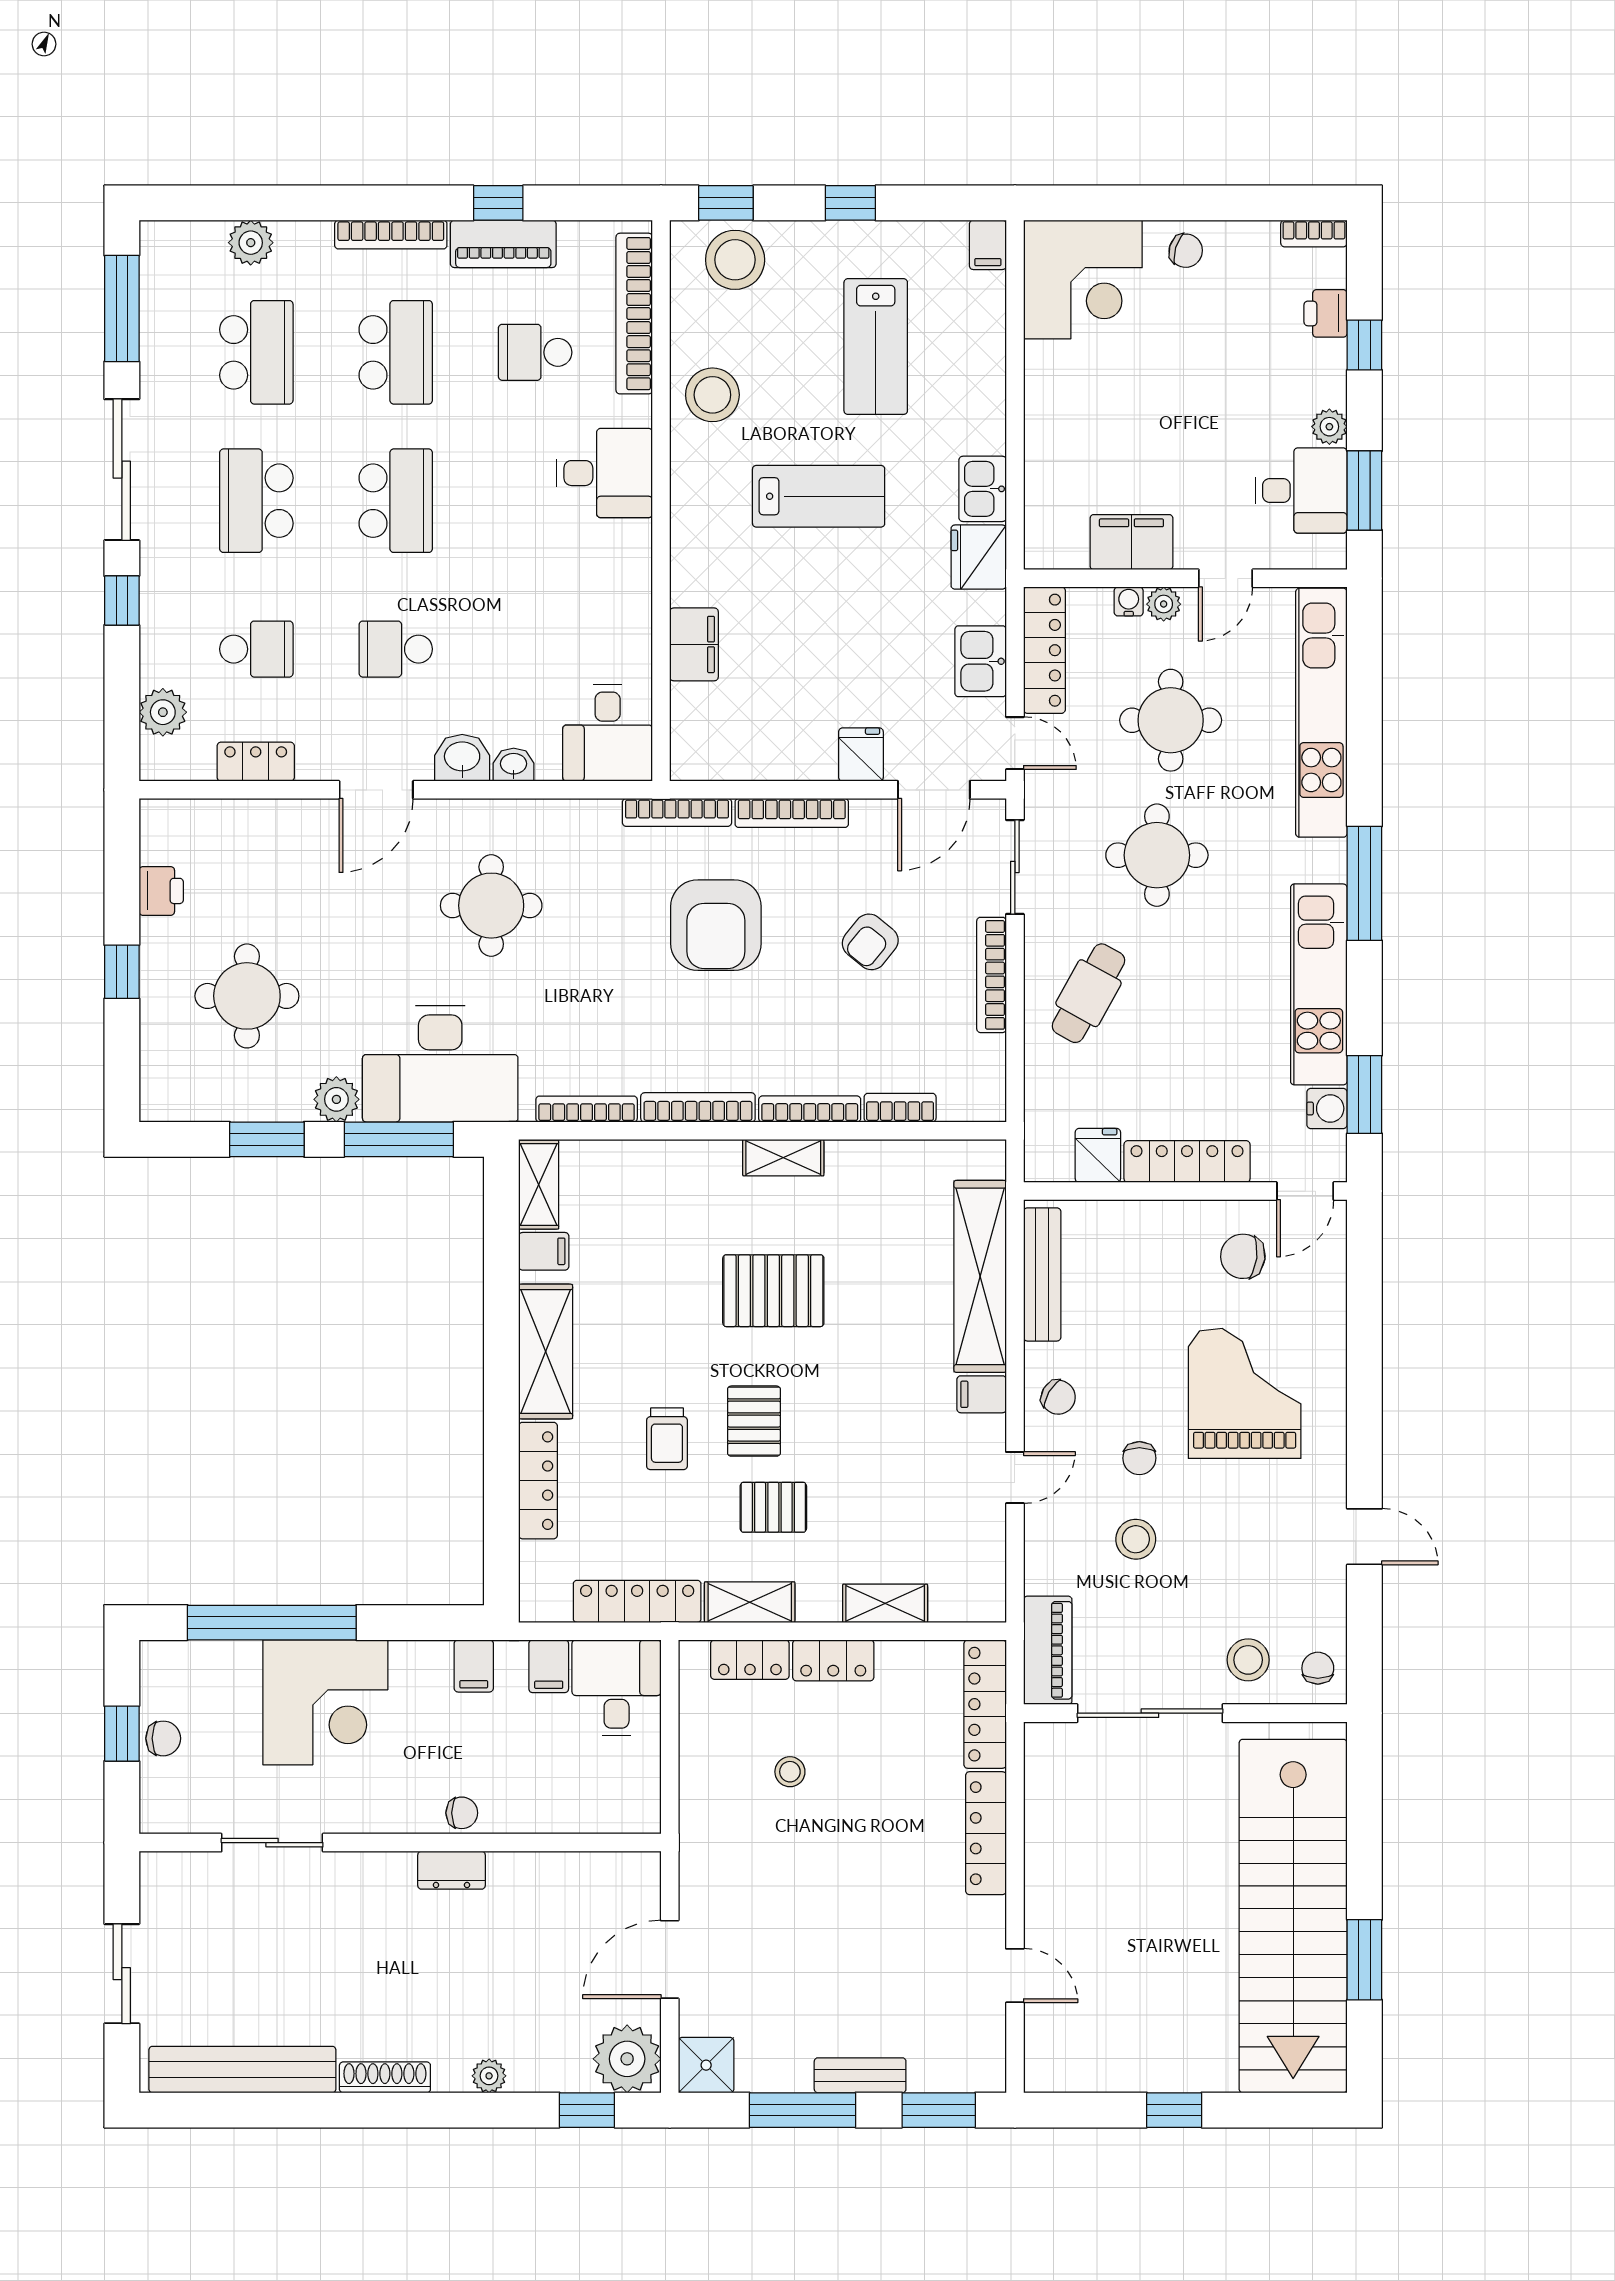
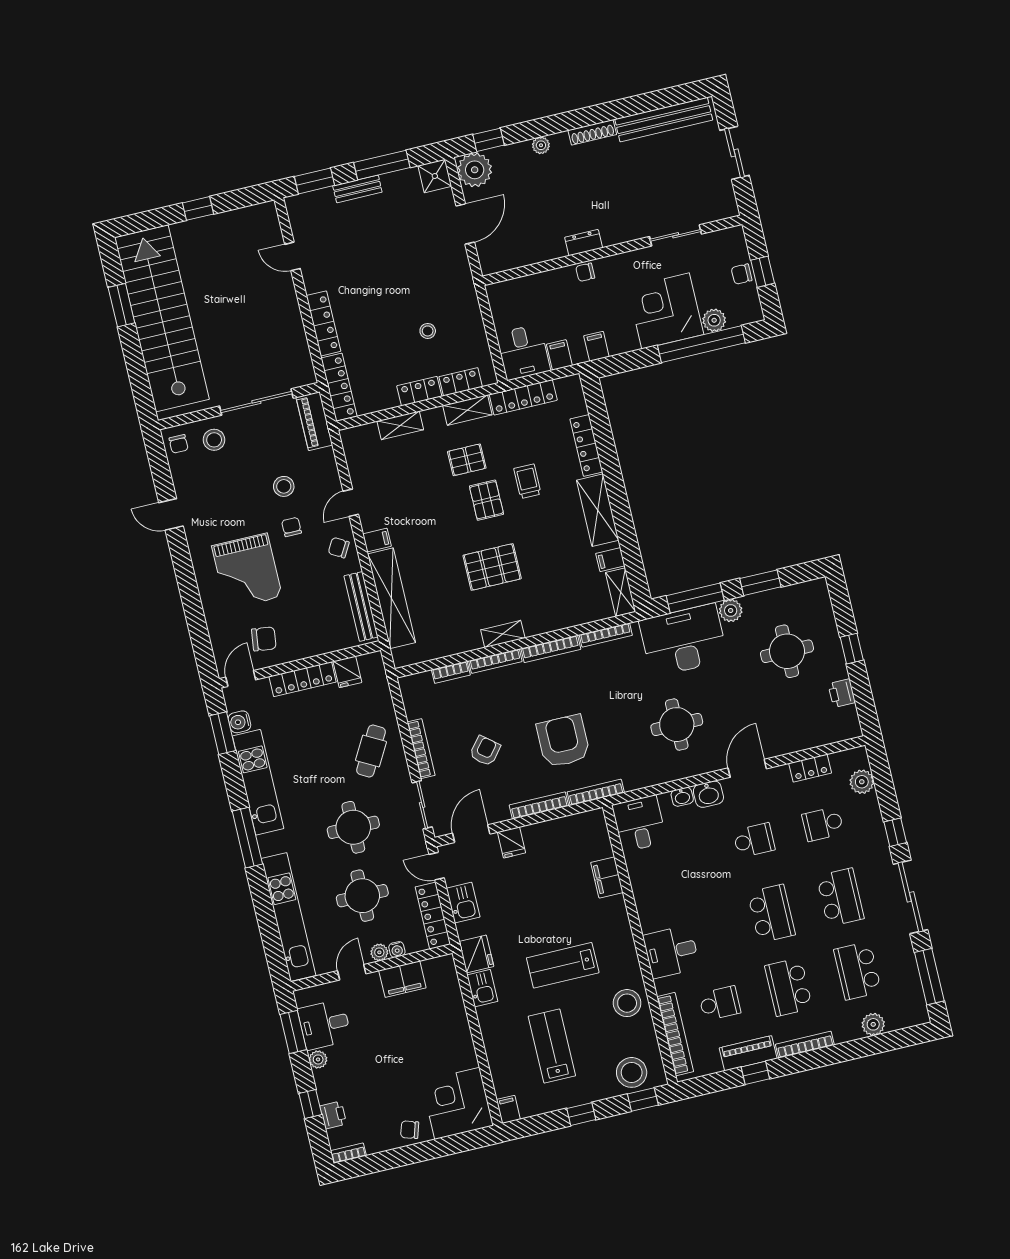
school desk: (396, 501) -> (771, 914), turned 180
plant: (237, 1663) -> (714, 320), added

